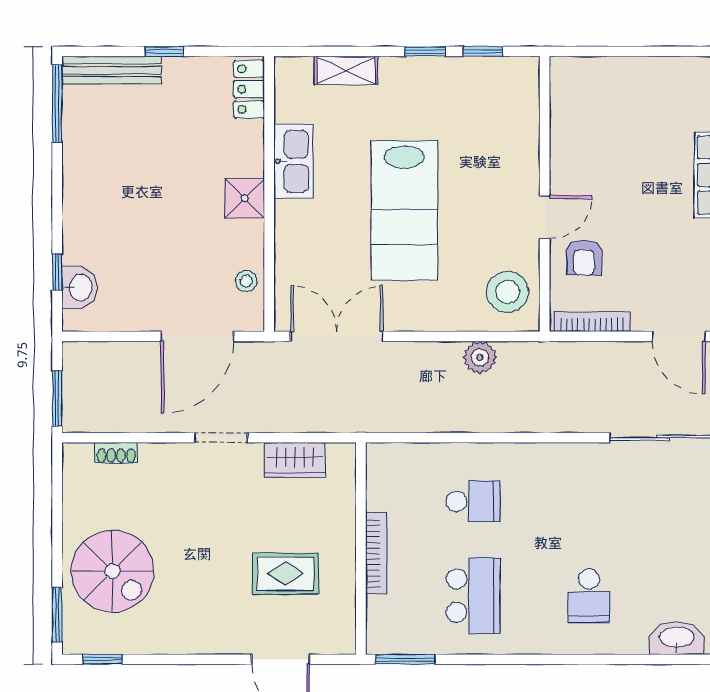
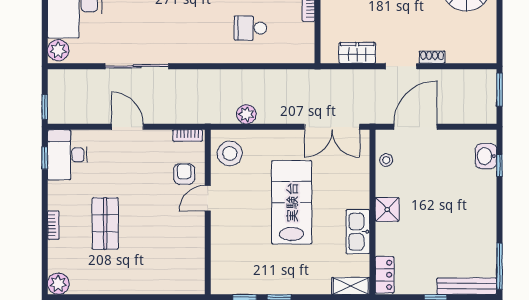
shelving: (346, 70) -> (351, 286), moved
bookcase: (592, 322) -> (188, 136), width x0.64
shoe rack: (116, 453) -> (432, 57), moved

